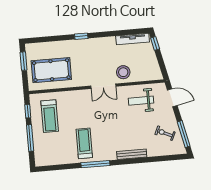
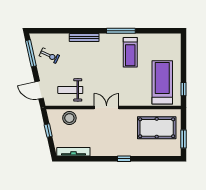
window: (155, 43) -> (48, 130), moved
stool: (123, 72) -> (69, 118), moved
weight bench: (141, 101) -> (70, 90), turned 180
treadmill: (50, 116) -> (162, 82), width x1.37, depth x1.38
window: (30, 138) -> (183, 62), removed

